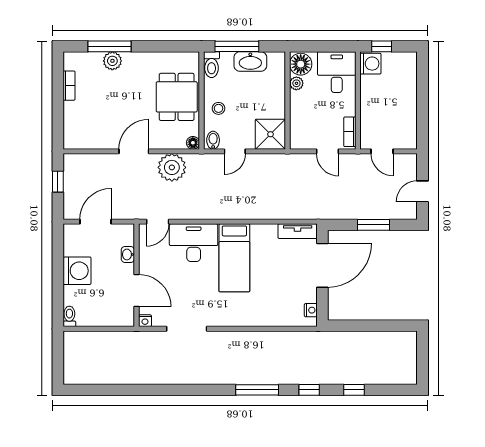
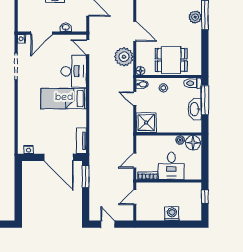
washing machine: (370, 64) -> (172, 214), moved, turned 180
desk: (337, 72) -> (171, 166), moved, turned 90
window: (373, 225) -> (86, 176), moved

